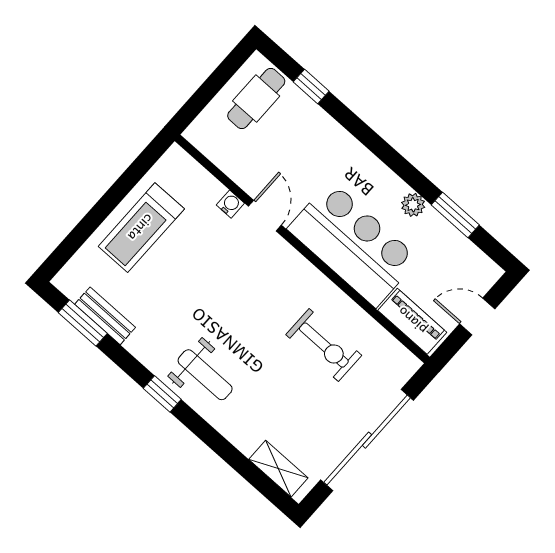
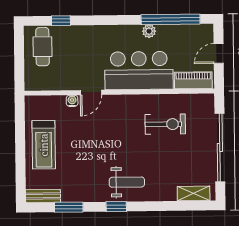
window: (455, 215) -> (171, 19), width x2.11
door: (265, 216) -> (91, 92), swing flipped
bench: (105, 316) -> (43, 196), moved
window: (83, 323) -> (69, 207), moved

